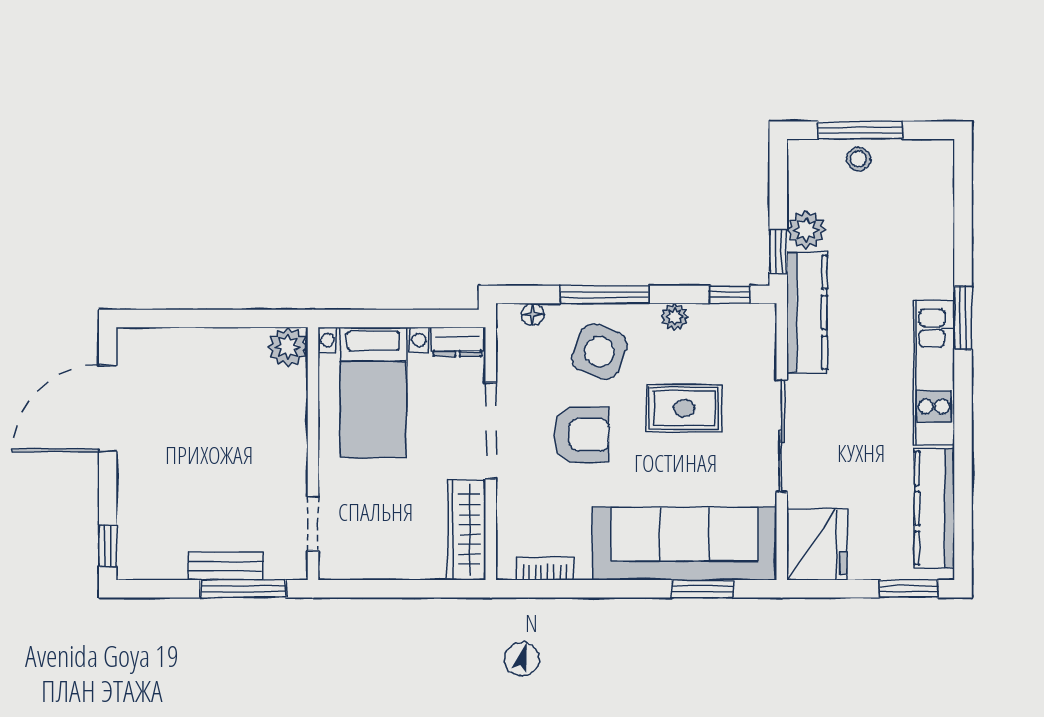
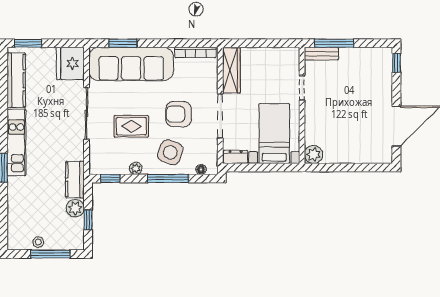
stool: (858, 159) -> (38, 242), moved
window: (778, 252) -> (88, 220), moved
kitchen counter: (807, 312) -> (75, 180), width x0.67
doorway: (313, 523) -> (302, 88), moved
bench: (226, 566) -> (321, 54), moved
bookcase: (545, 569) -> (195, 52), width x1.56

